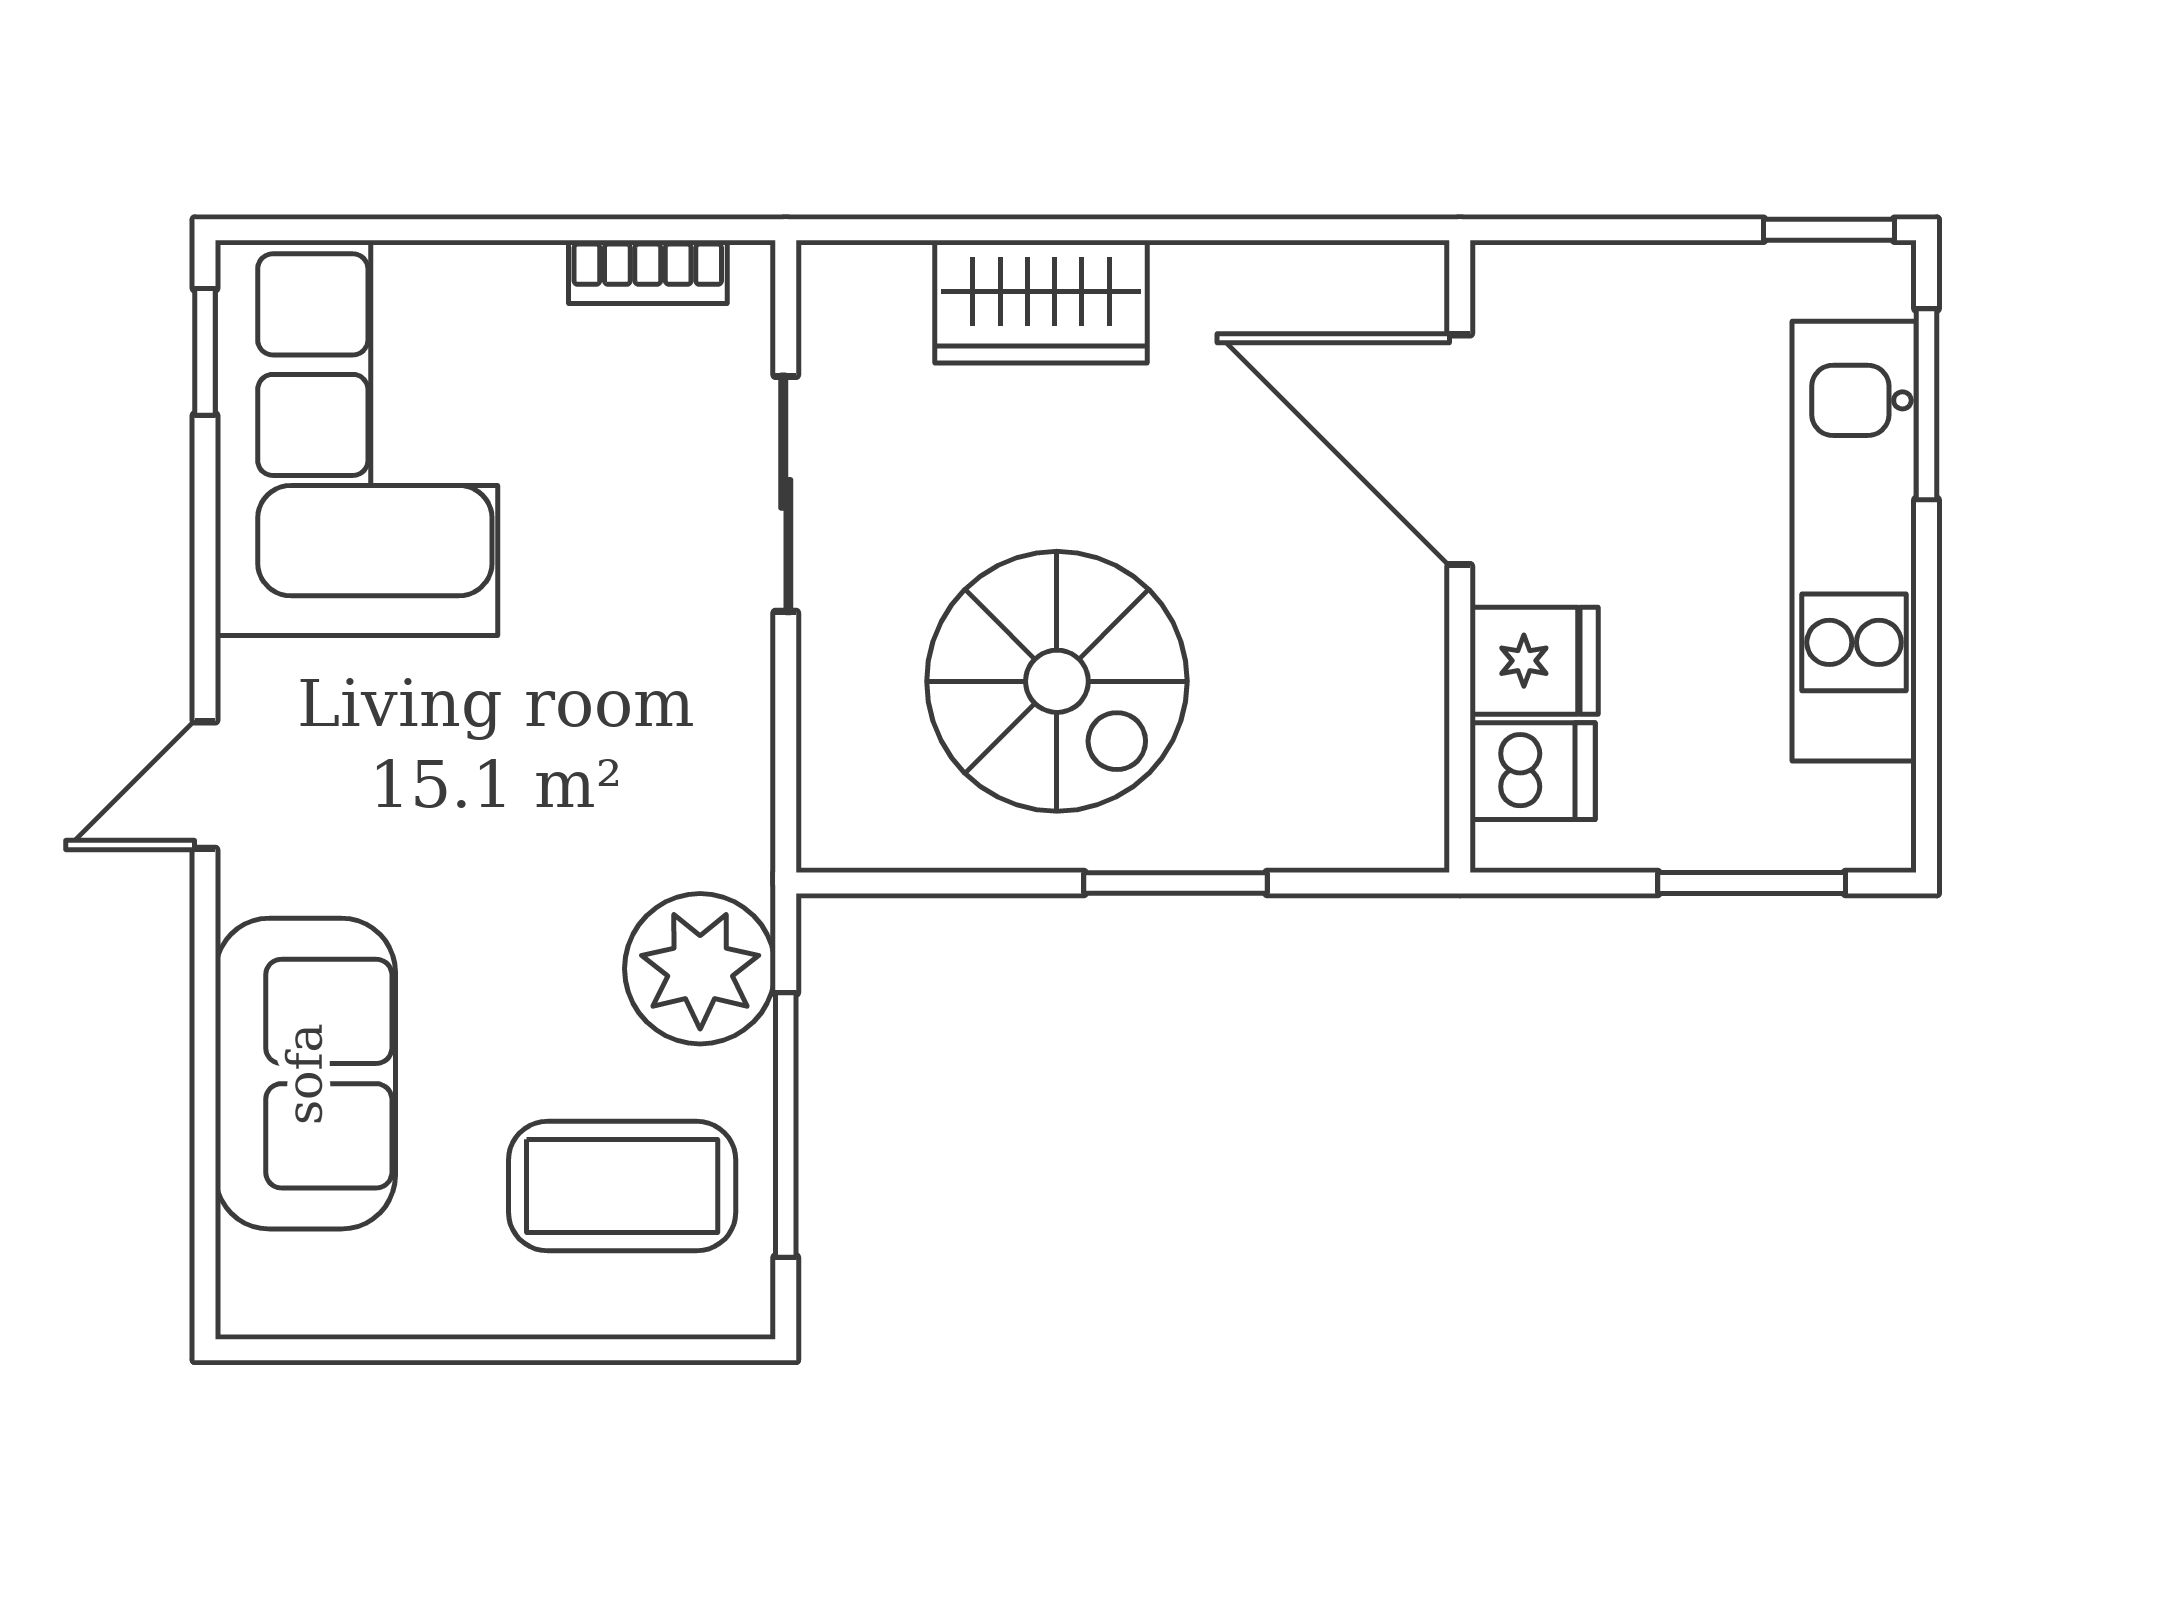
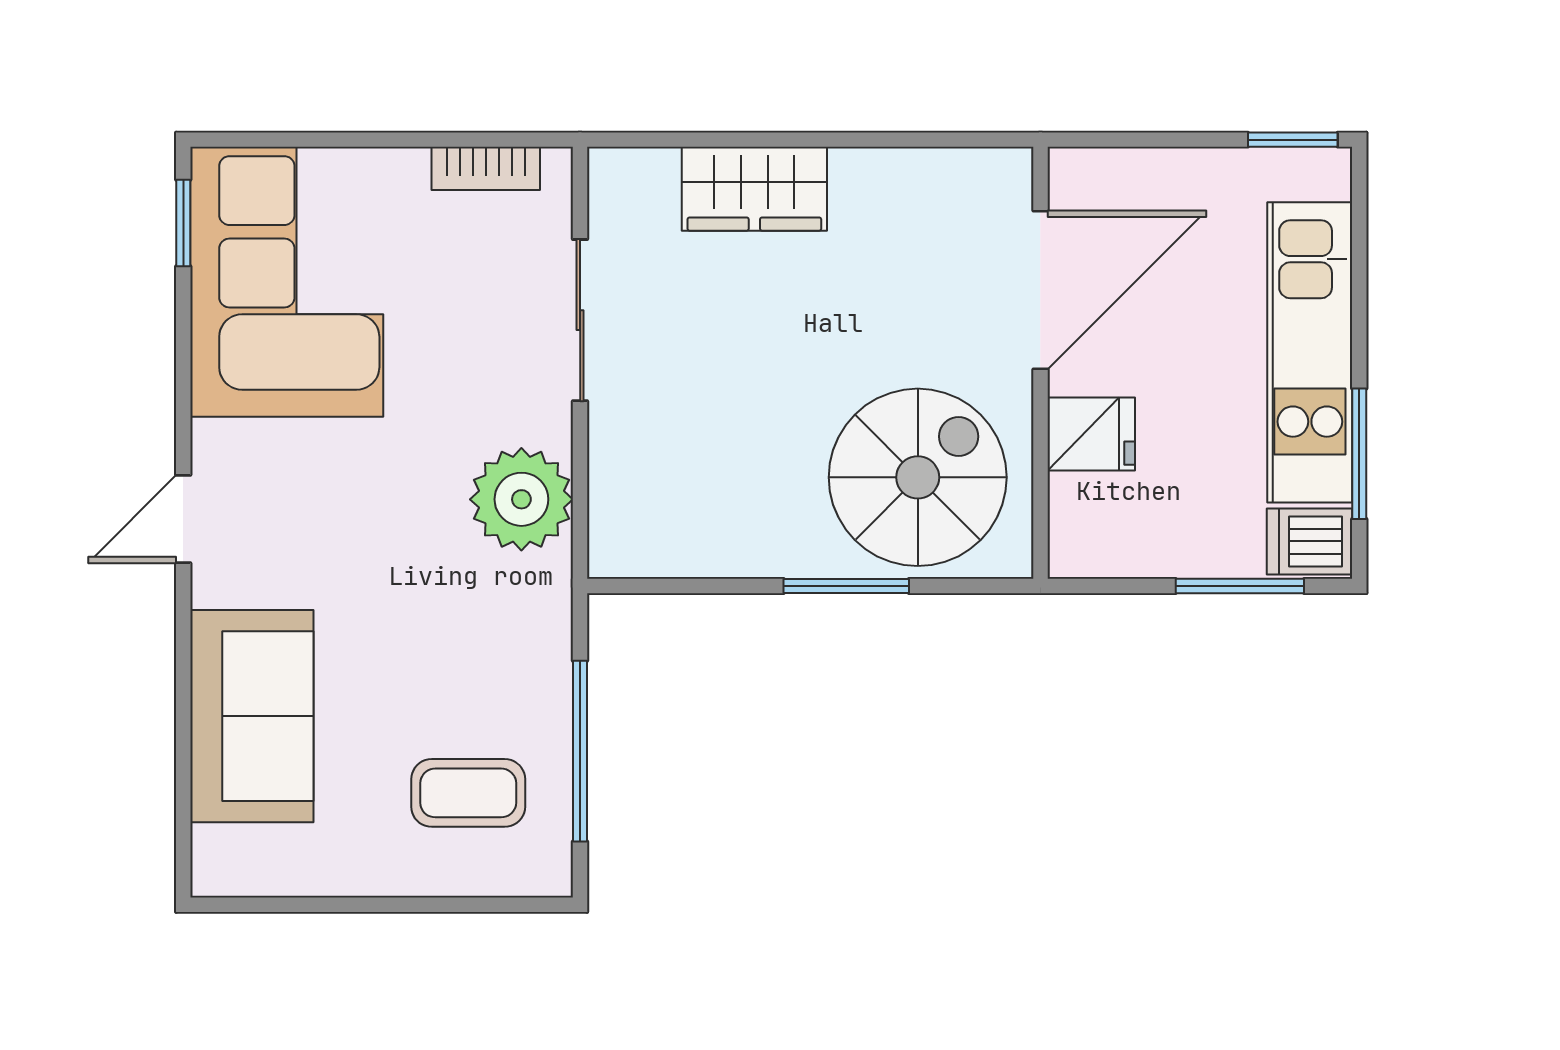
window: (1926, 404) -> (1359, 454), moved
door: (1460, 450) -> (1040, 290), swing flipped
spiral stairs: (1057, 681) -> (918, 477), moved, turned -90
dishwasher: (1533, 771) -> (1310, 541), moved, turned 180
plant: (700, 969) -> (521, 499), moved
coffee table: (622, 1186) -> (468, 793), width x0.73, depth x0.77

